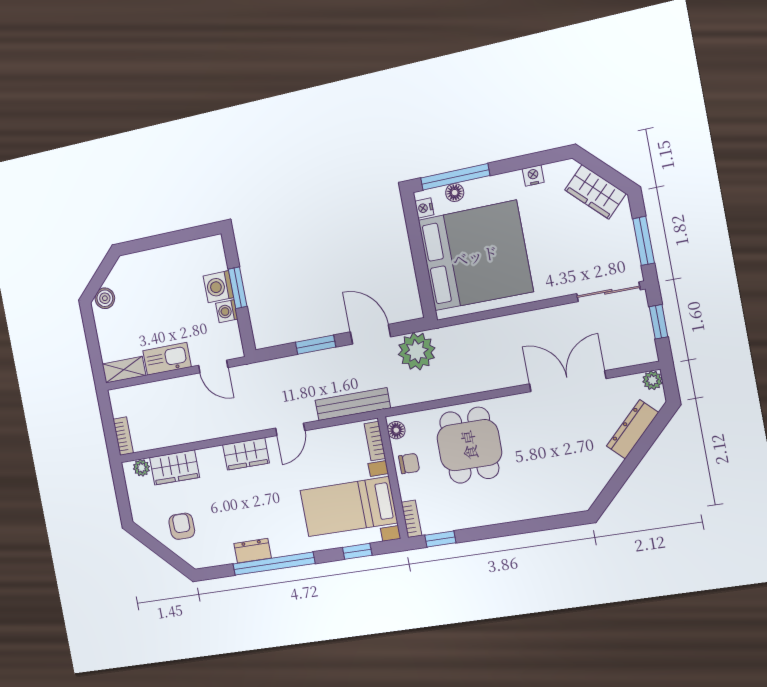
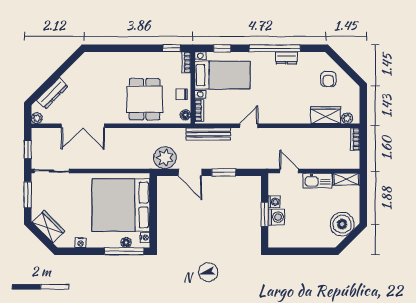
boiler: (105, 298) -> (342, 224), width x1.86, depth x1.86
wardrobe: (246, 454) -> (279, 116), removed

